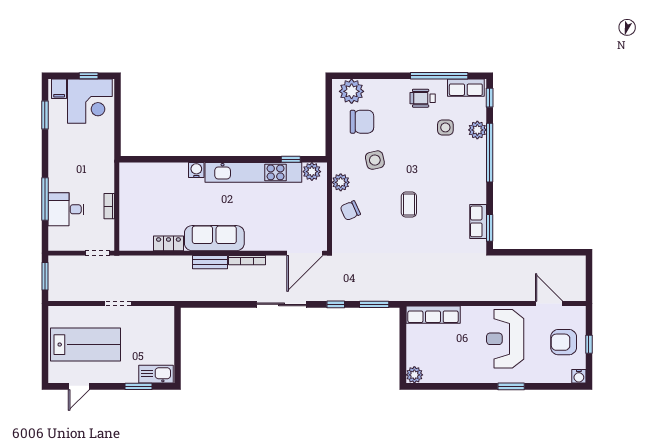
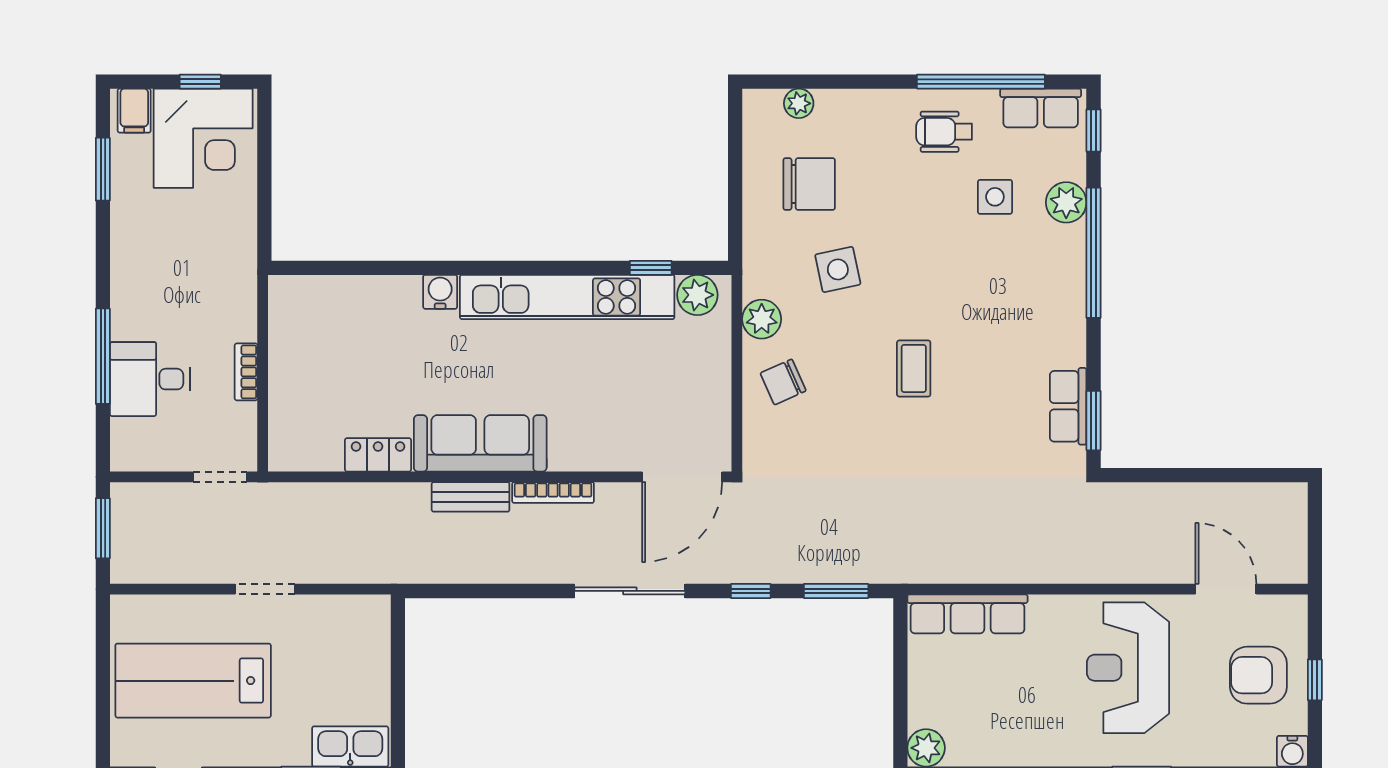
plant: (352, 91) -> (799, 103), width x0.53, depth x0.53
lab bench: (85, 345) -> (193, 681), turned 180

